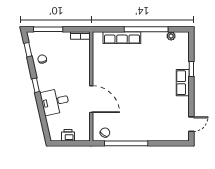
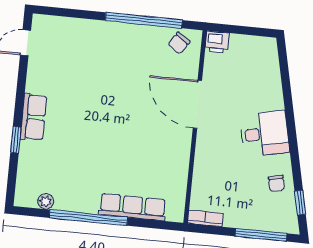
window: (36, 85) -> (292, 138), removed
desk: (55, 101) -> (265, 134), moved
printer: (68, 135) -> (217, 42), moved

